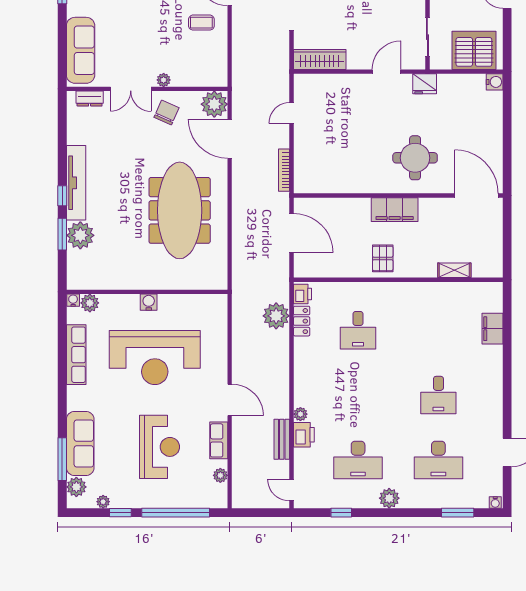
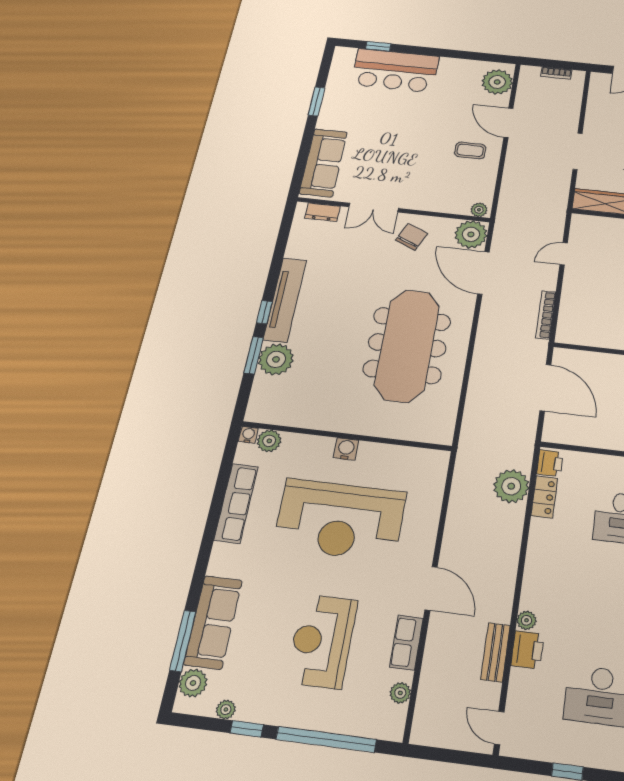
plant: (164, 80) -> (479, 210), moved
reception desk: (160, 447) -> (322, 641), turned 180

